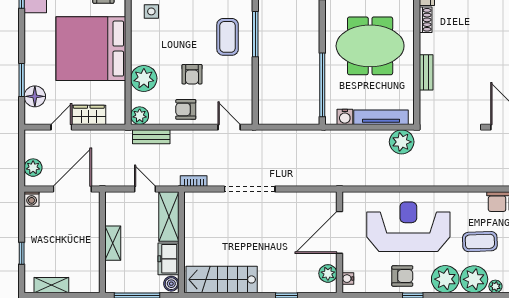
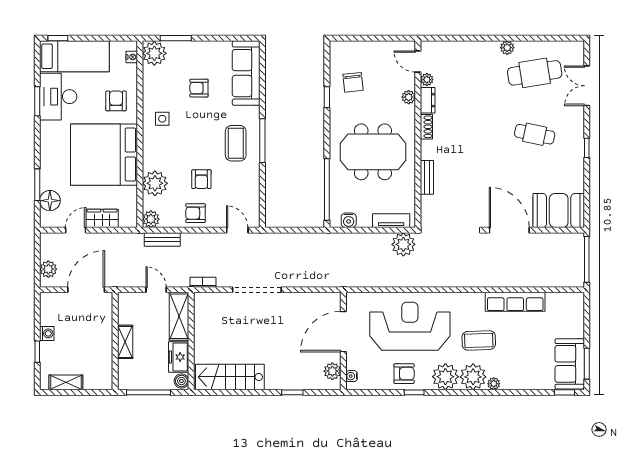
tv unit: (381, 117) -> (391, 221), width x0.71
washing machine: (32, 199) -> (47, 333), moved, turned -90

